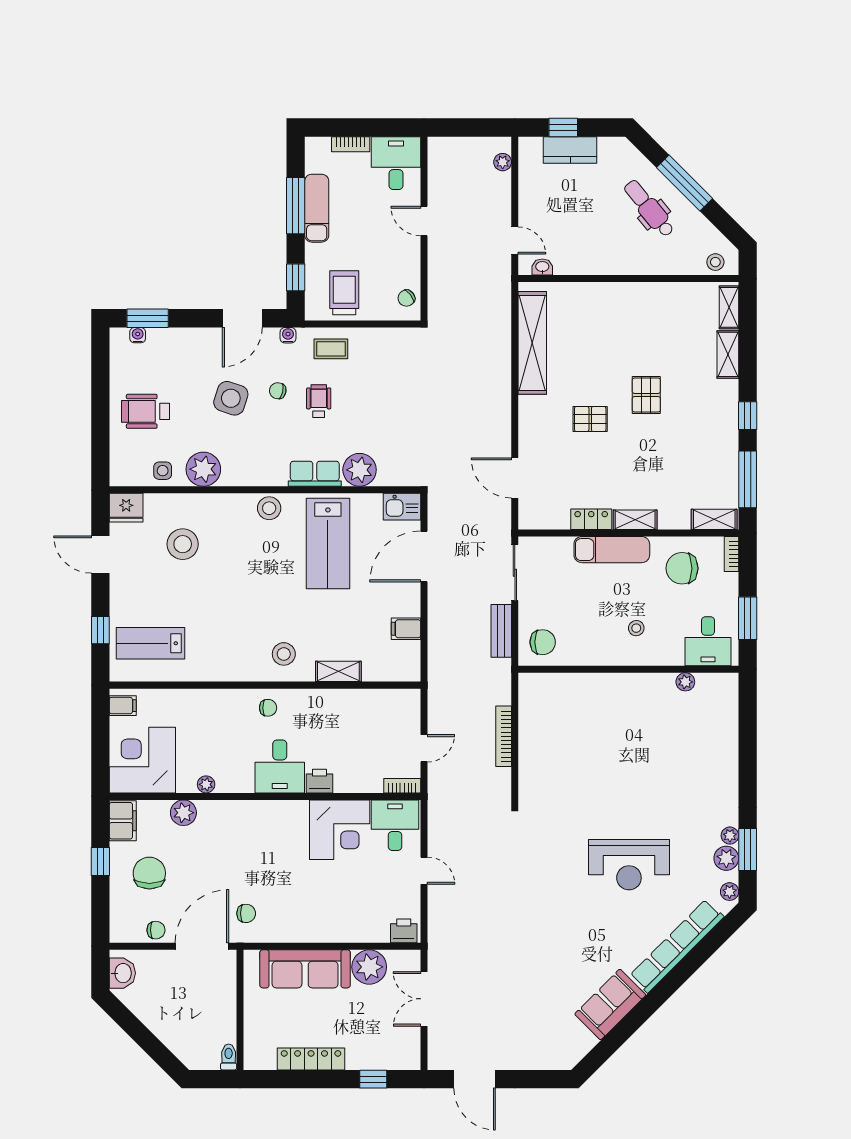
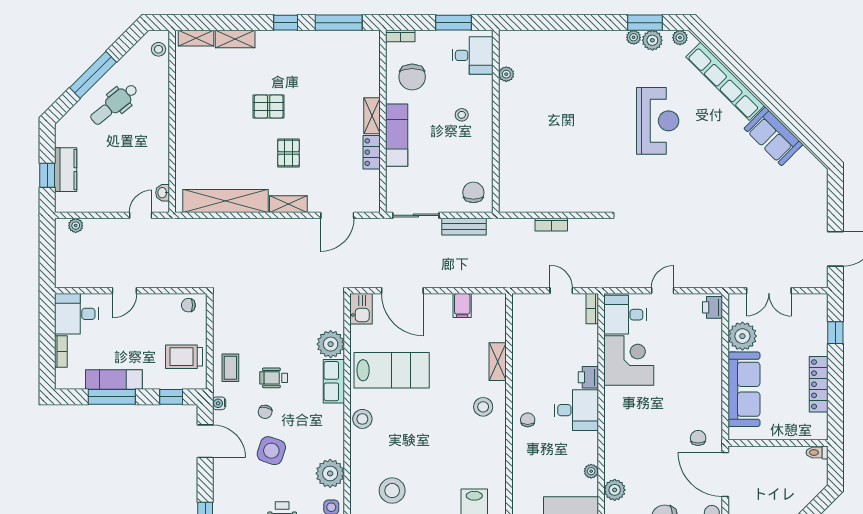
chair: (406, 298) -> (188, 305), turned 127
shelving: (714, 519) -> (288, 204), moved, turned 90
bookcase: (504, 736) -> (551, 225), width x0.64

